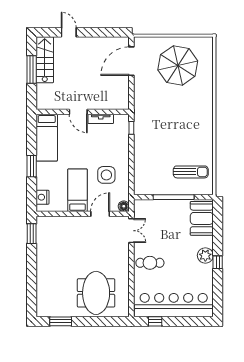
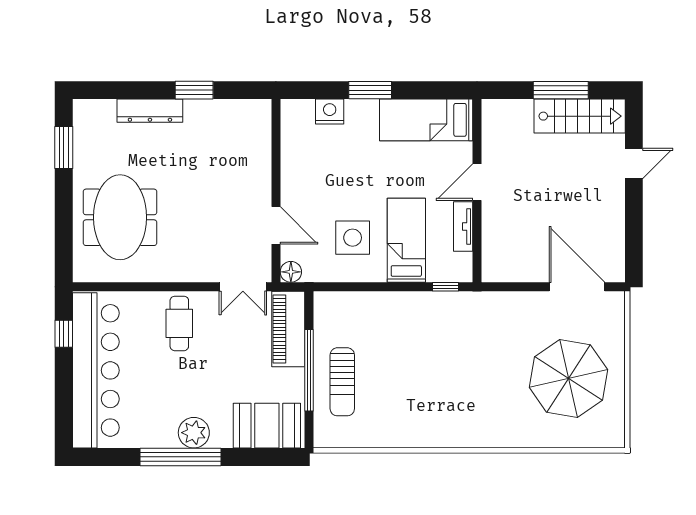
sun lounger: (191, 172) -> (342, 382), moved
bed: (77, 190) -> (406, 240), moved, turned -90
nightstand: (42, 197) -> (330, 112), moved
piano: (153, 208) -> (288, 329), added
window: (32, 234) -> (194, 90), moved
window: (218, 262) -> (180, 457), width x3.17
dresser: (42, 278) -> (150, 111), added
meeting table: (96, 293) -> (120, 217), turned 90

